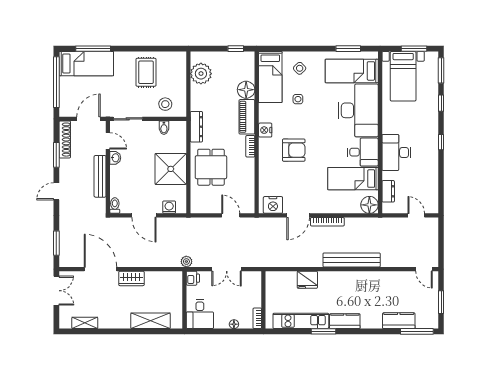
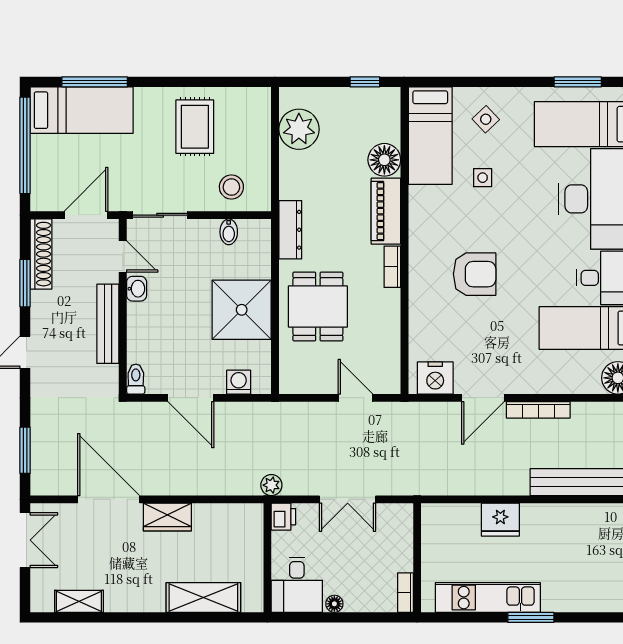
nightstand: (265, 130) -> (421, 236), removed
kitchen counter: (345, 321) -> (571, 598), removed
floor lamp: (234, 324) -> (334, 604), moved

